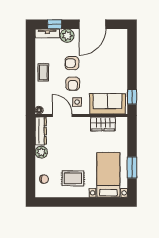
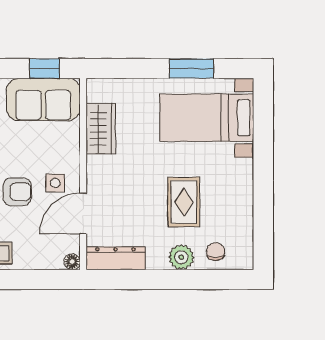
sofa: (108, 104) -> (43, 99), moved, turned -90
plant: (41, 152) -> (181, 257), moved
rug: (73, 178) -> (184, 202), moved

